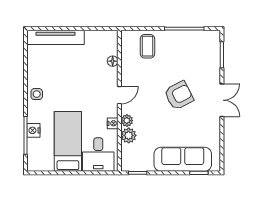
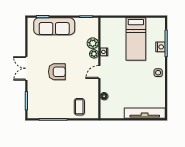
armchair: (179, 95) -> (57, 72), turned -153
desk: (98, 155) -> (114, 30), removed

